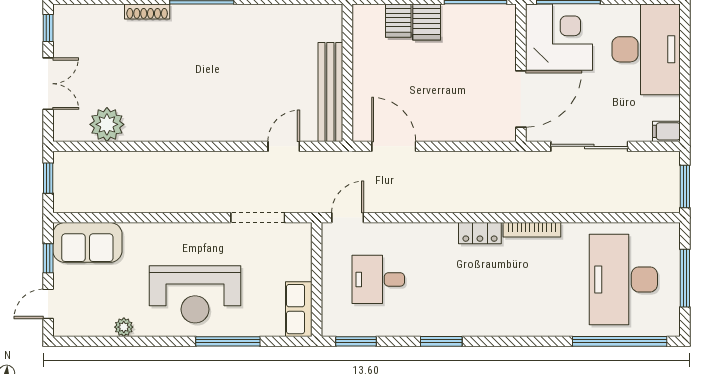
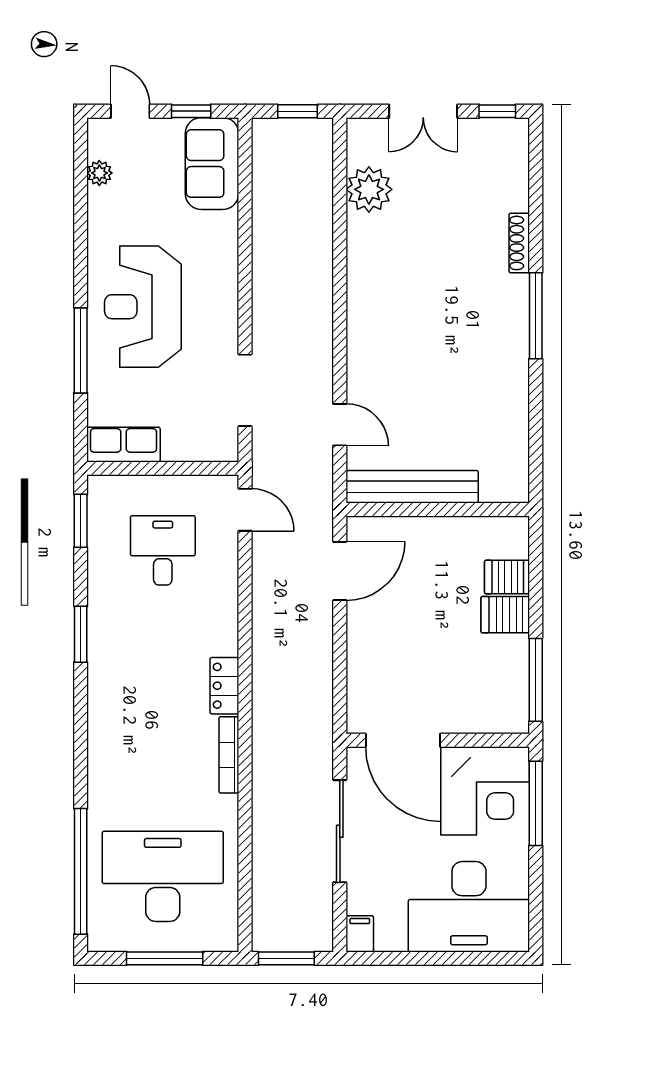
plant: (124, 327) -> (99, 173), moved

